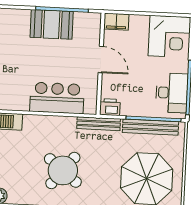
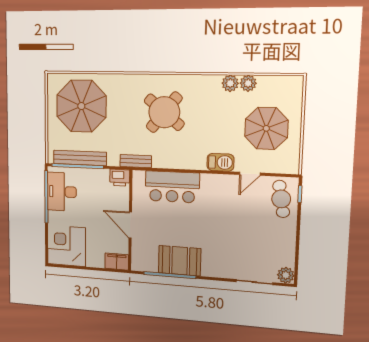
bench: (99, 124) -> (136, 161), width x0.73

